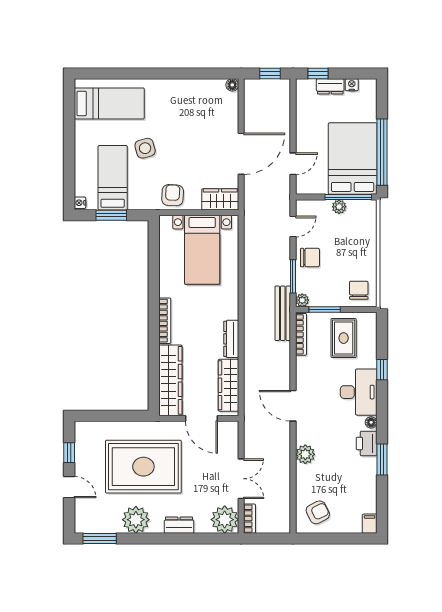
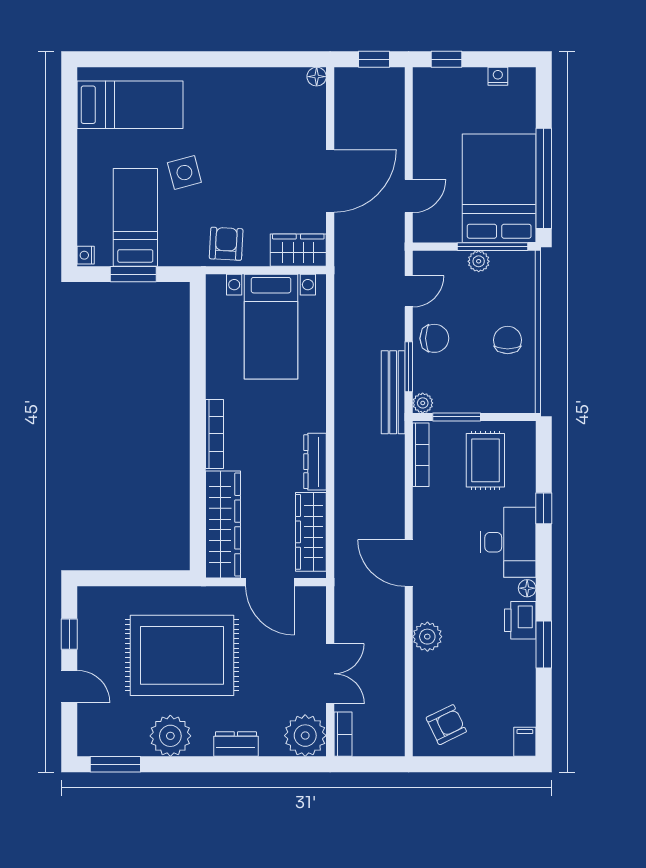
dresser: (330, 86) -> (465, 79), removed
chair: (359, 290) -> (508, 340), moved
bench: (283, 313) -> (393, 392), moved

